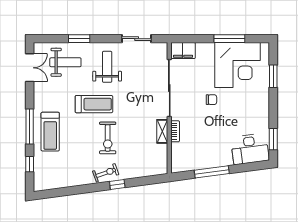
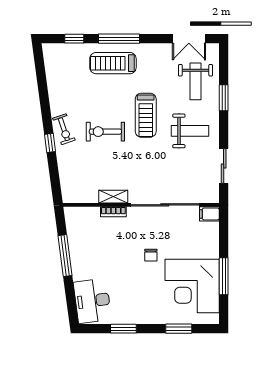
filing cabinet: (183, 51) -> (209, 214), width x0.50
window: (273, 139) -> (123, 329), moved

